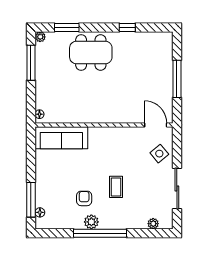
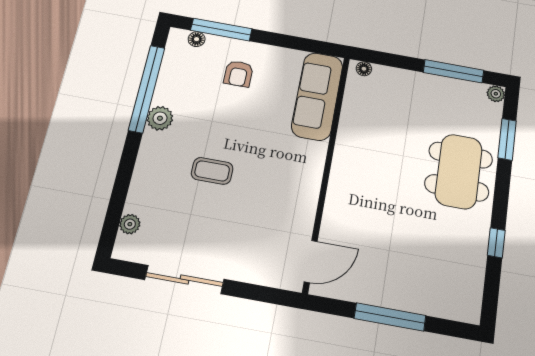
side table: (159, 154) -> (256, 259), removed
armchair: (84, 198) -> (239, 74), moved, turned 90
window: (100, 233) -> (147, 89), moved

